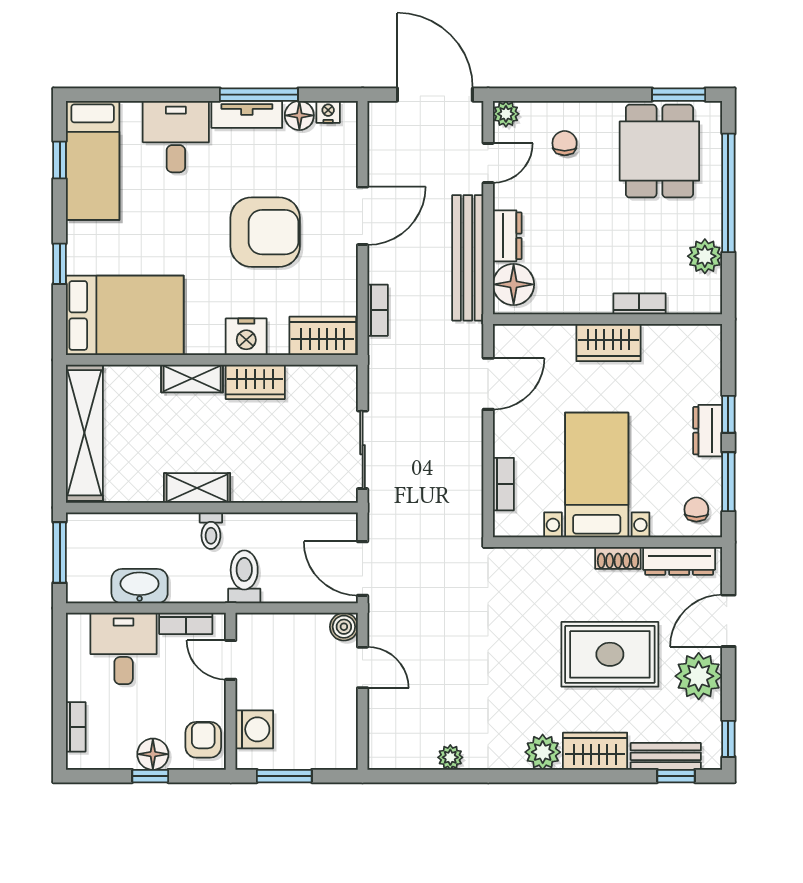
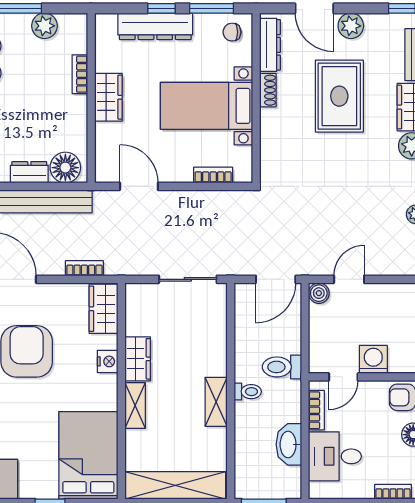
nightstand: (246, 337) -> (108, 361), width x0.74, depth x0.75
dresser: (708, 431) -> (155, 26), width x1.96, depth x1.24
plant: (699, 676) -> (351, 26), width x0.73, depth x0.73
washing machine: (254, 729) -> (373, 359), moved

